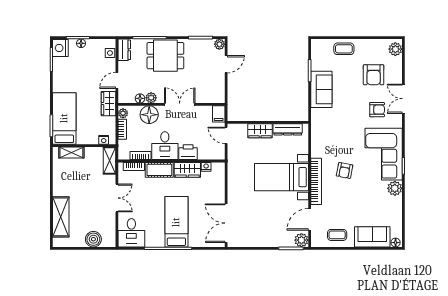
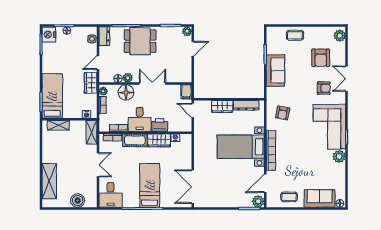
armchair: (345, 170) -> (283, 113), moved

